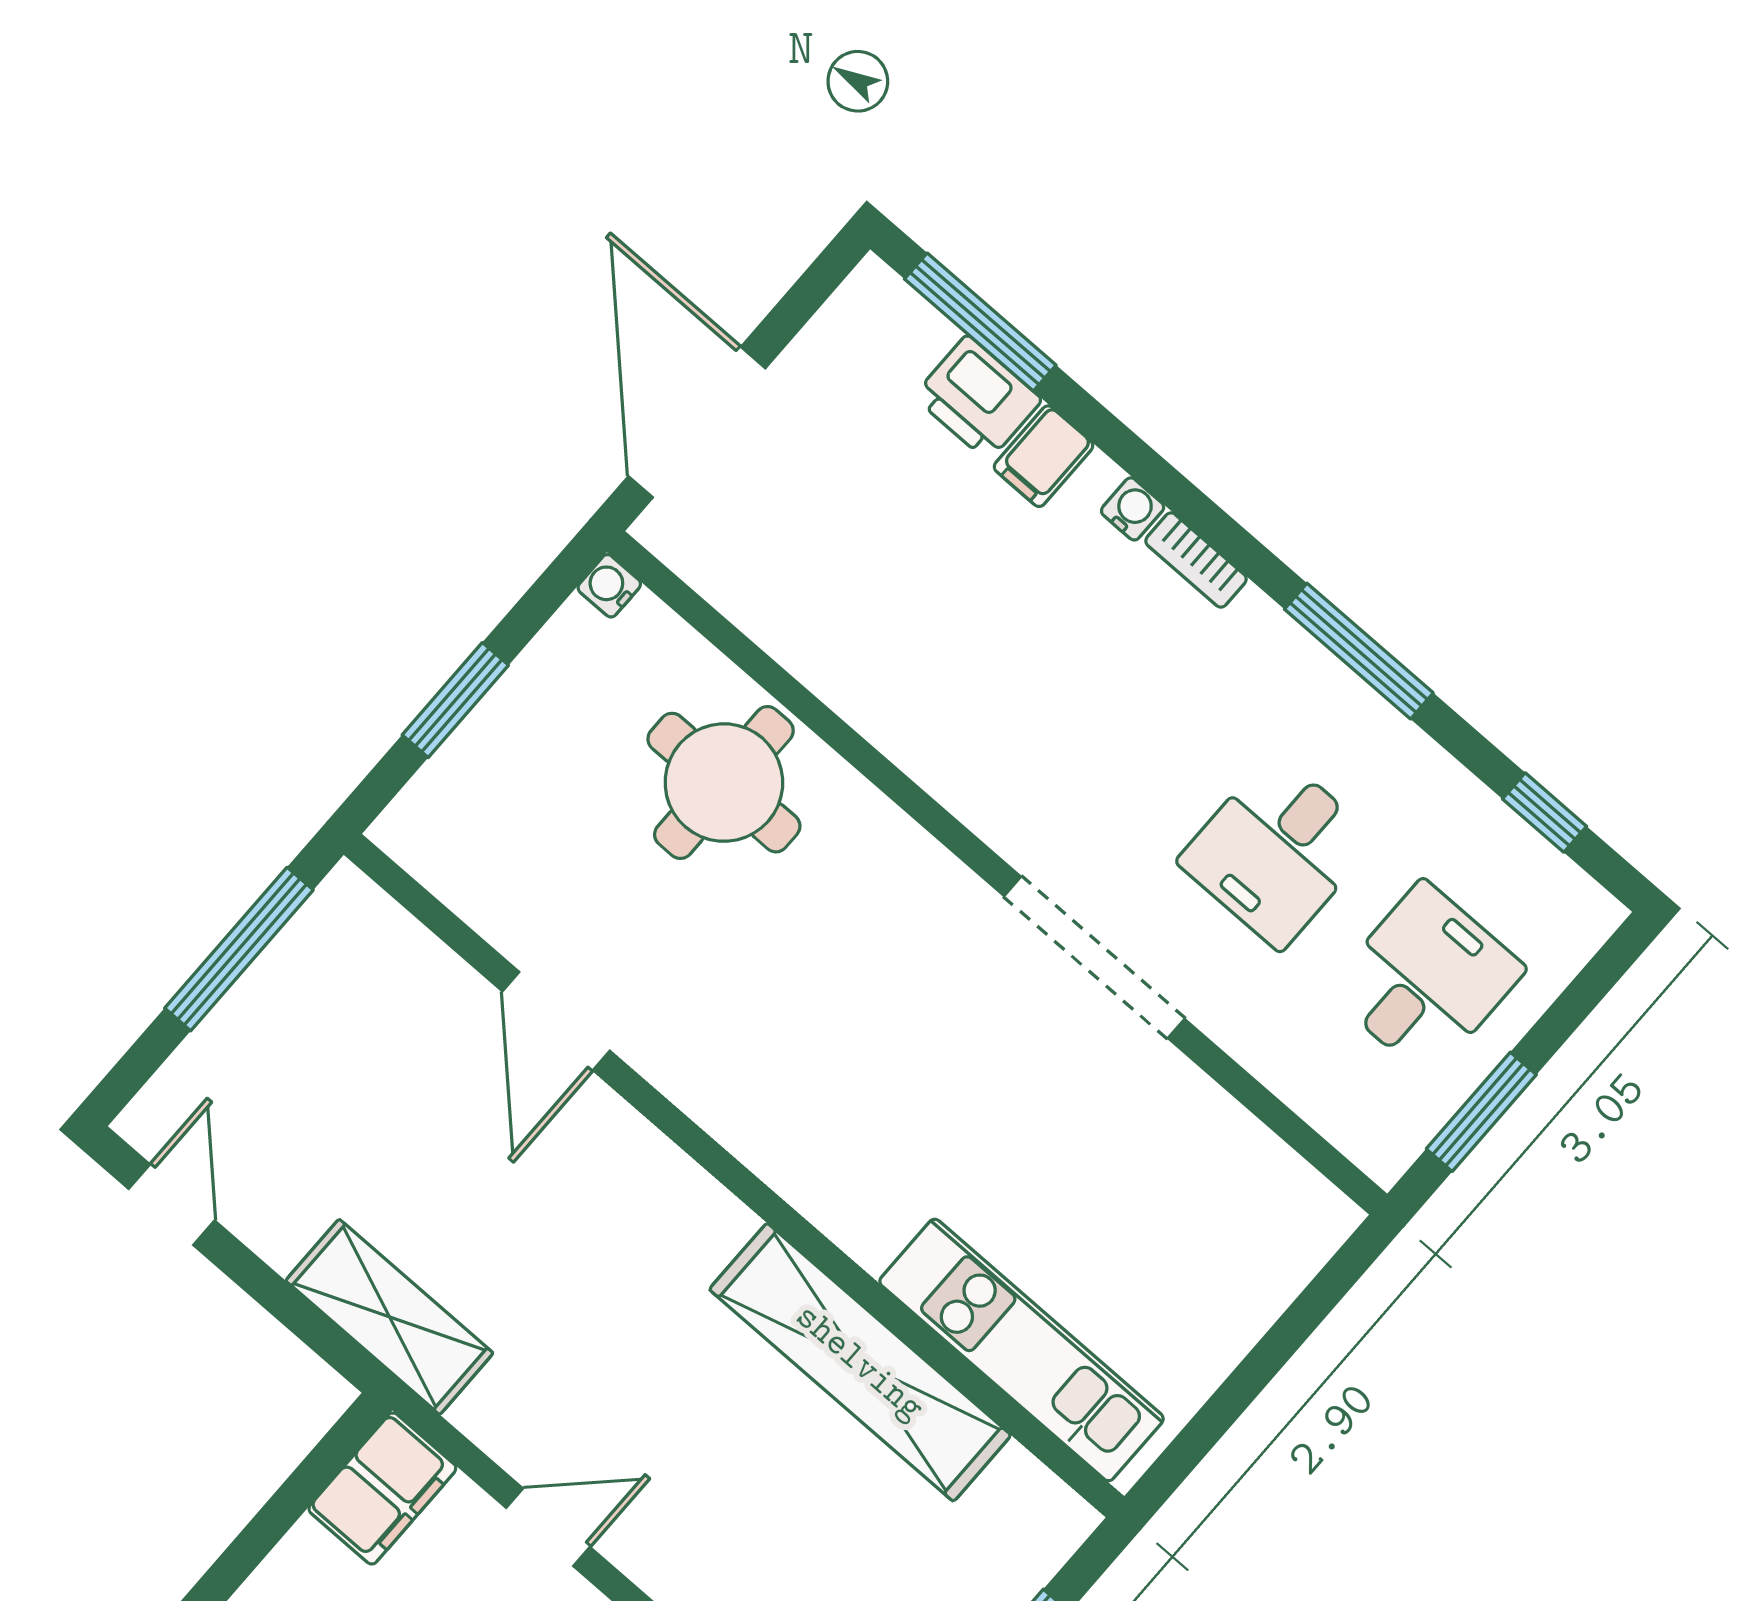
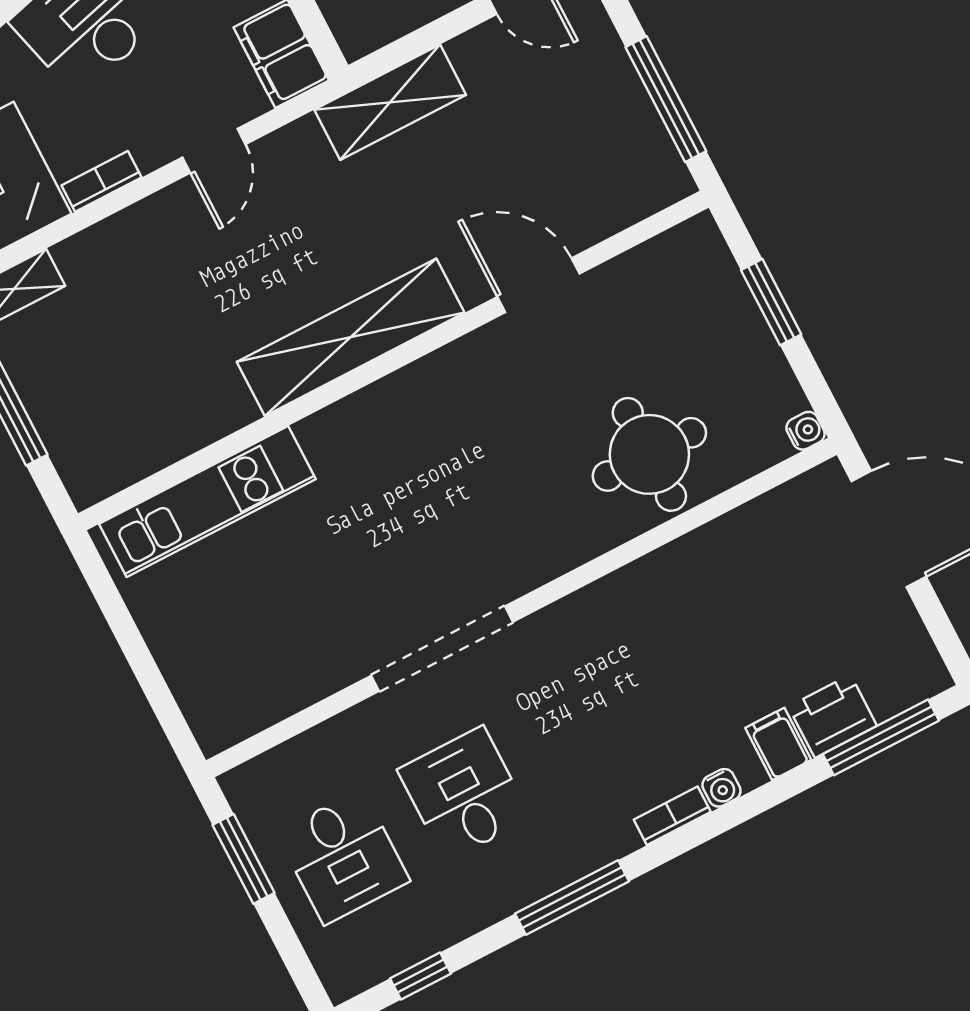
shelving: (860, 1362) -> (351, 337), moved

